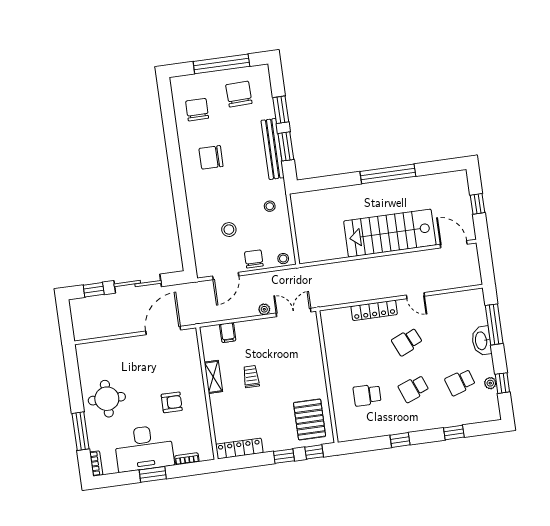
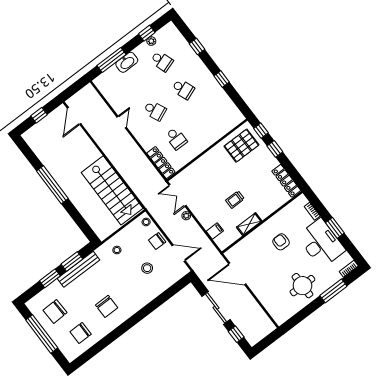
stairs: (390, 233) -> (112, 190), moved
locker: (374, 310) -> (161, 163), moved
school desk: (367, 395) -> (176, 139), moved

